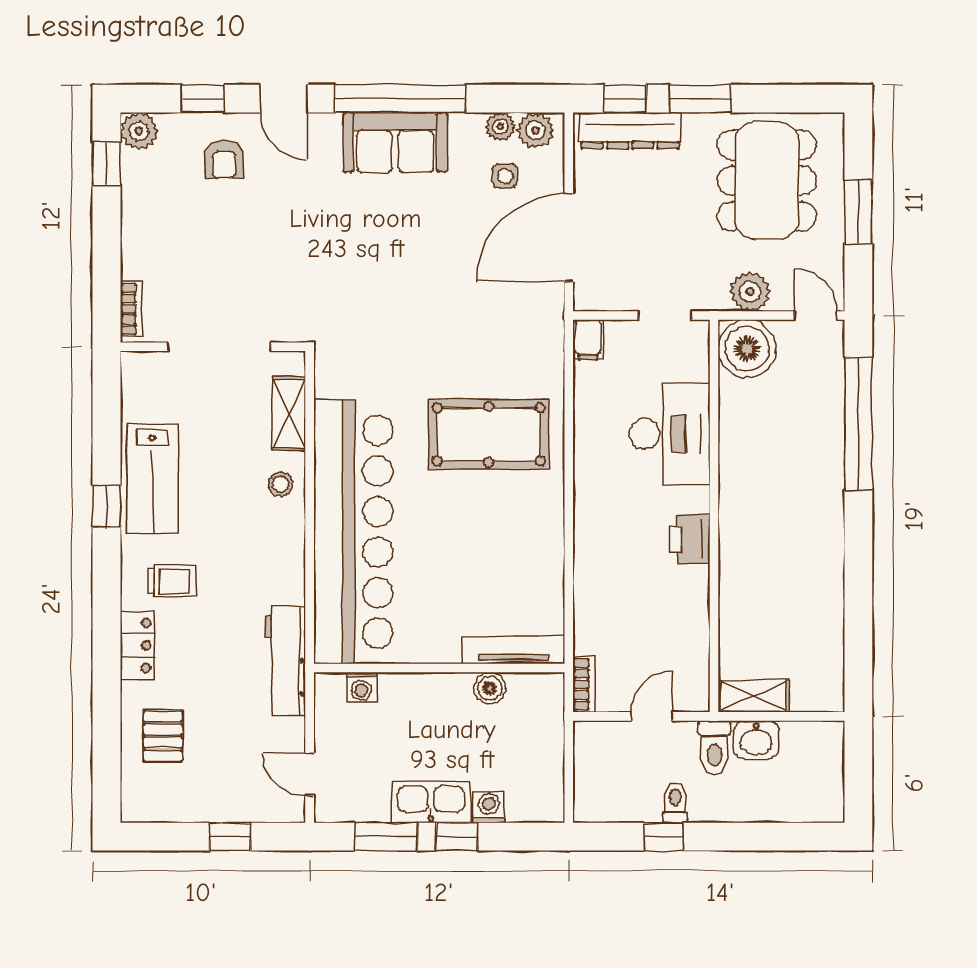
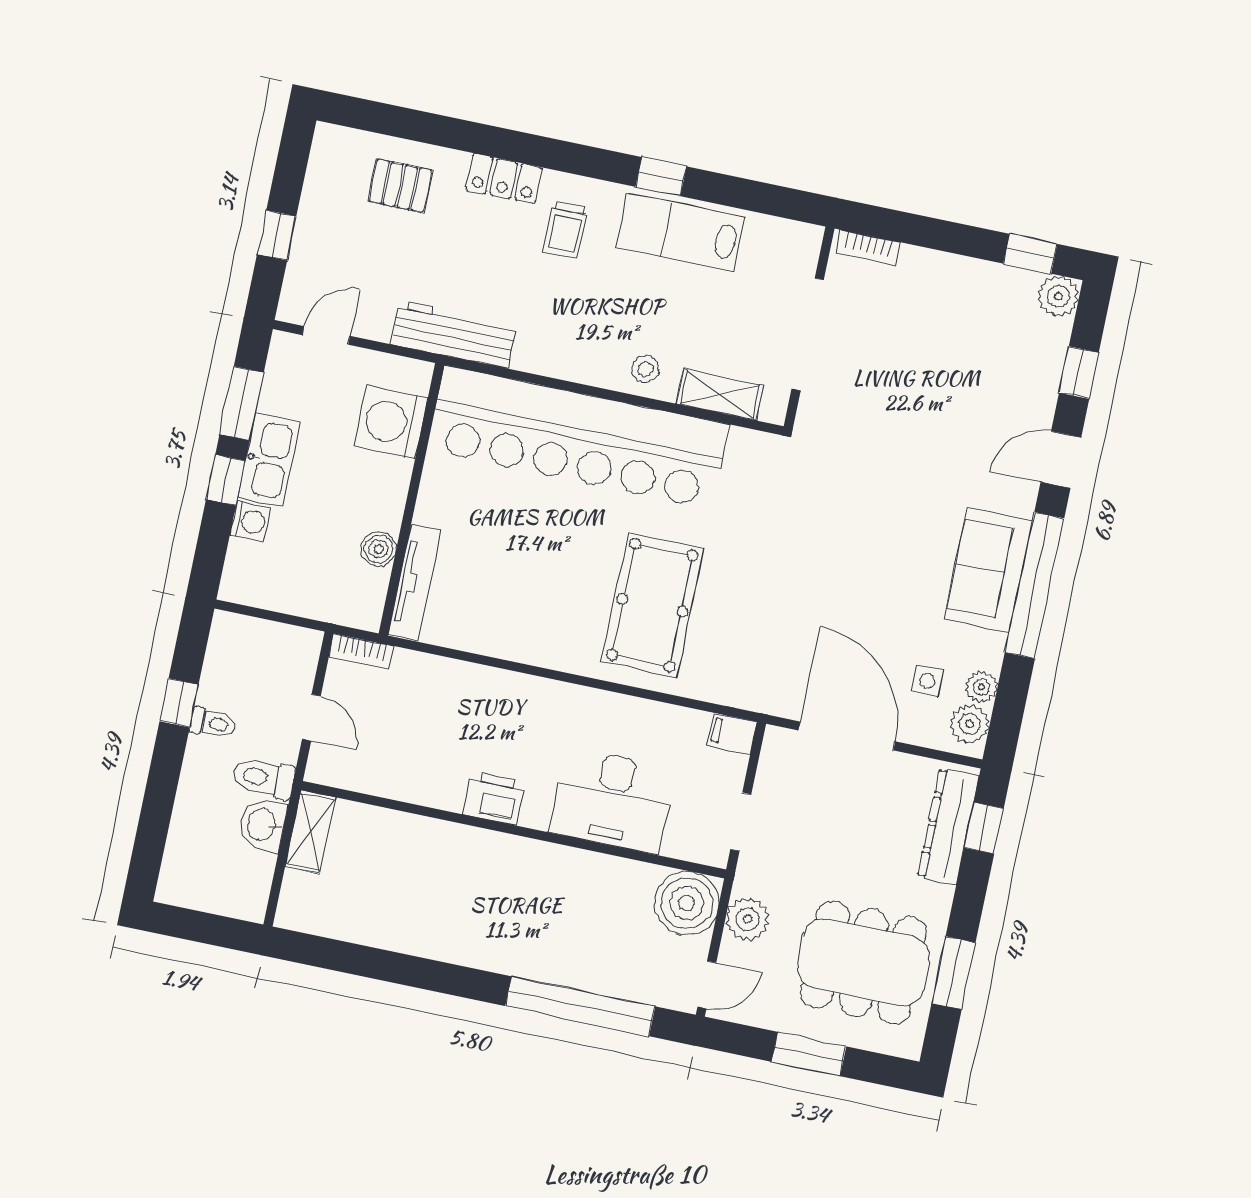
window: (700, 99) -> (954, 973), moved
armchair: (224, 160) -> (1008, 382), removed
washing machine: (361, 687) -> (391, 422), width x1.89, depth x1.89

